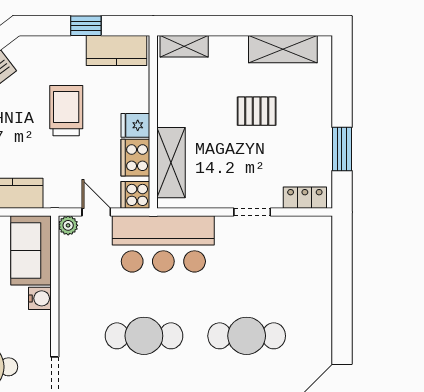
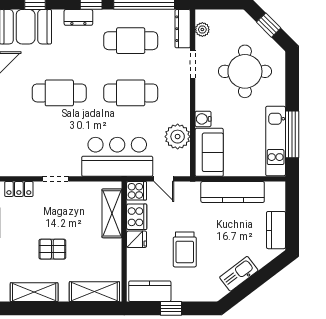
shelving: (184, 46) -> (94, 292), width x1.50, depth x1.33
plant: (68, 225) -> (178, 137), moved, width x1.88, depth x1.88

